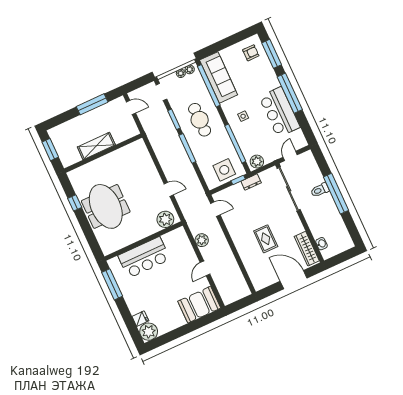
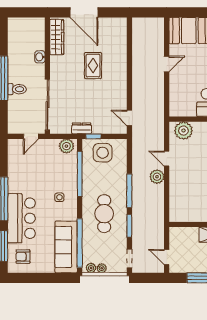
bar counter: (280, 112) -> (21, 218), moved
plant: (202, 240) -> (157, 177), moved
washbasin: (321, 244) -> (40, 57), moved

